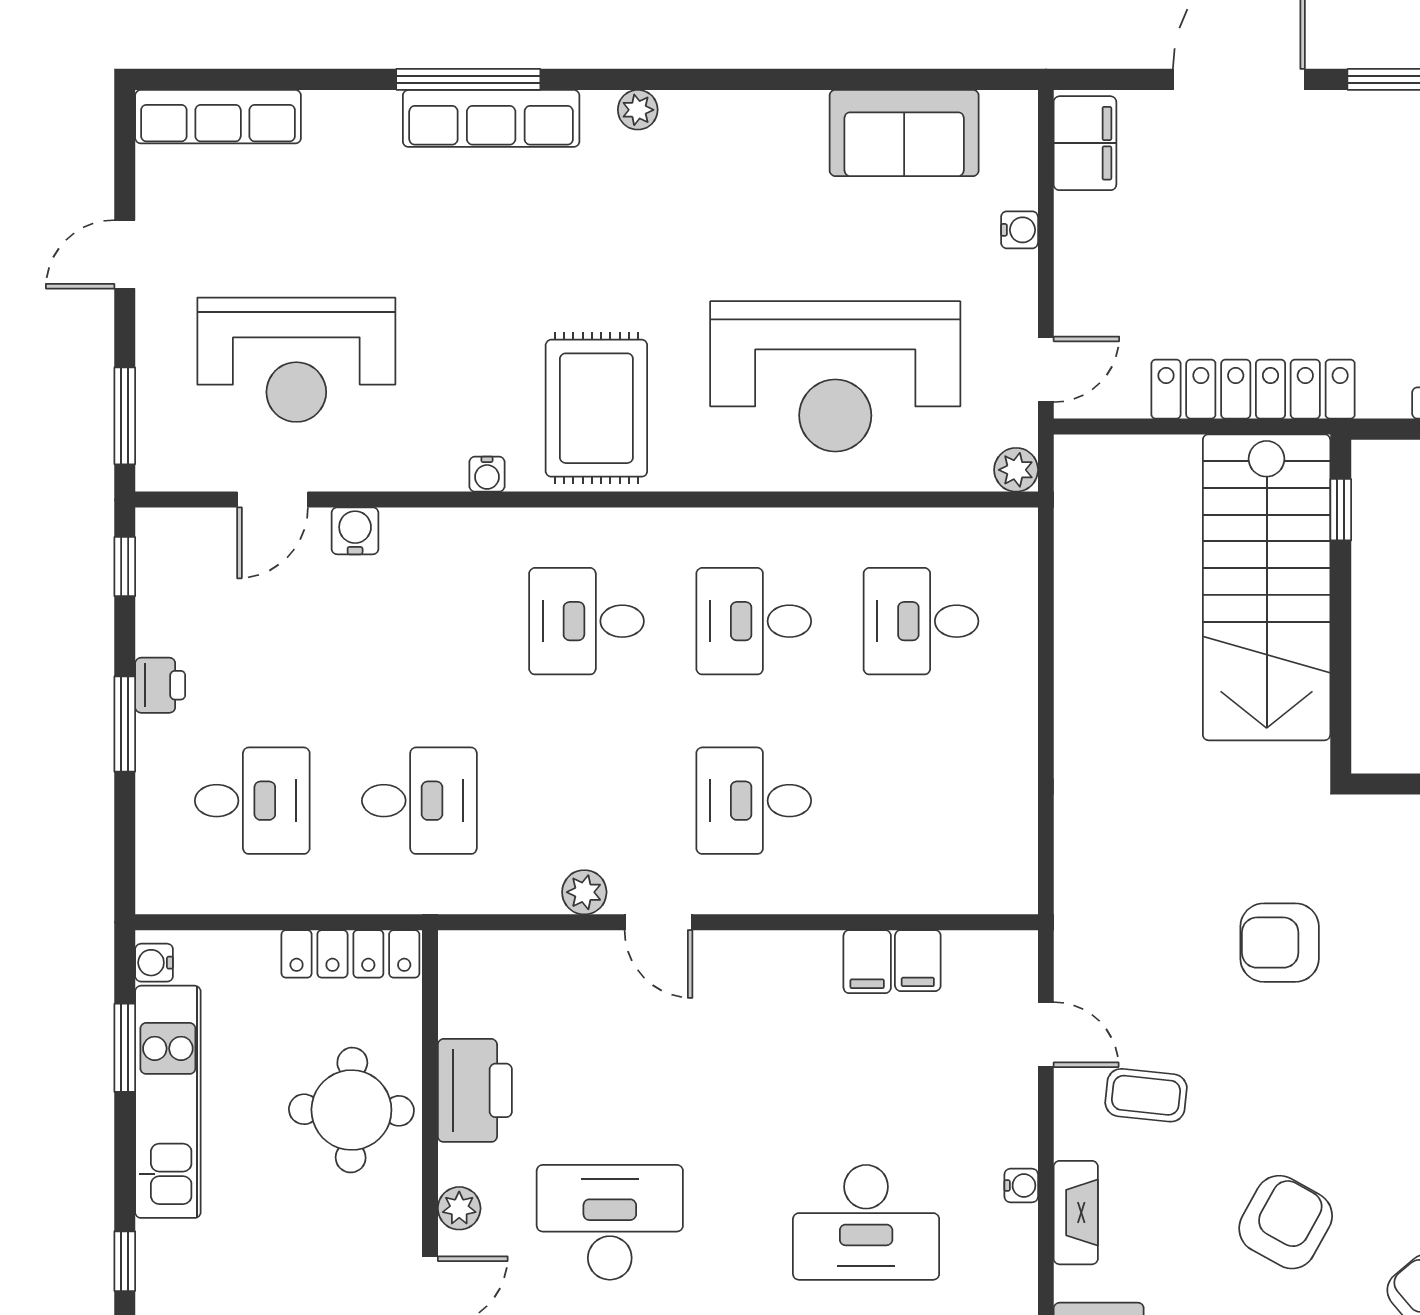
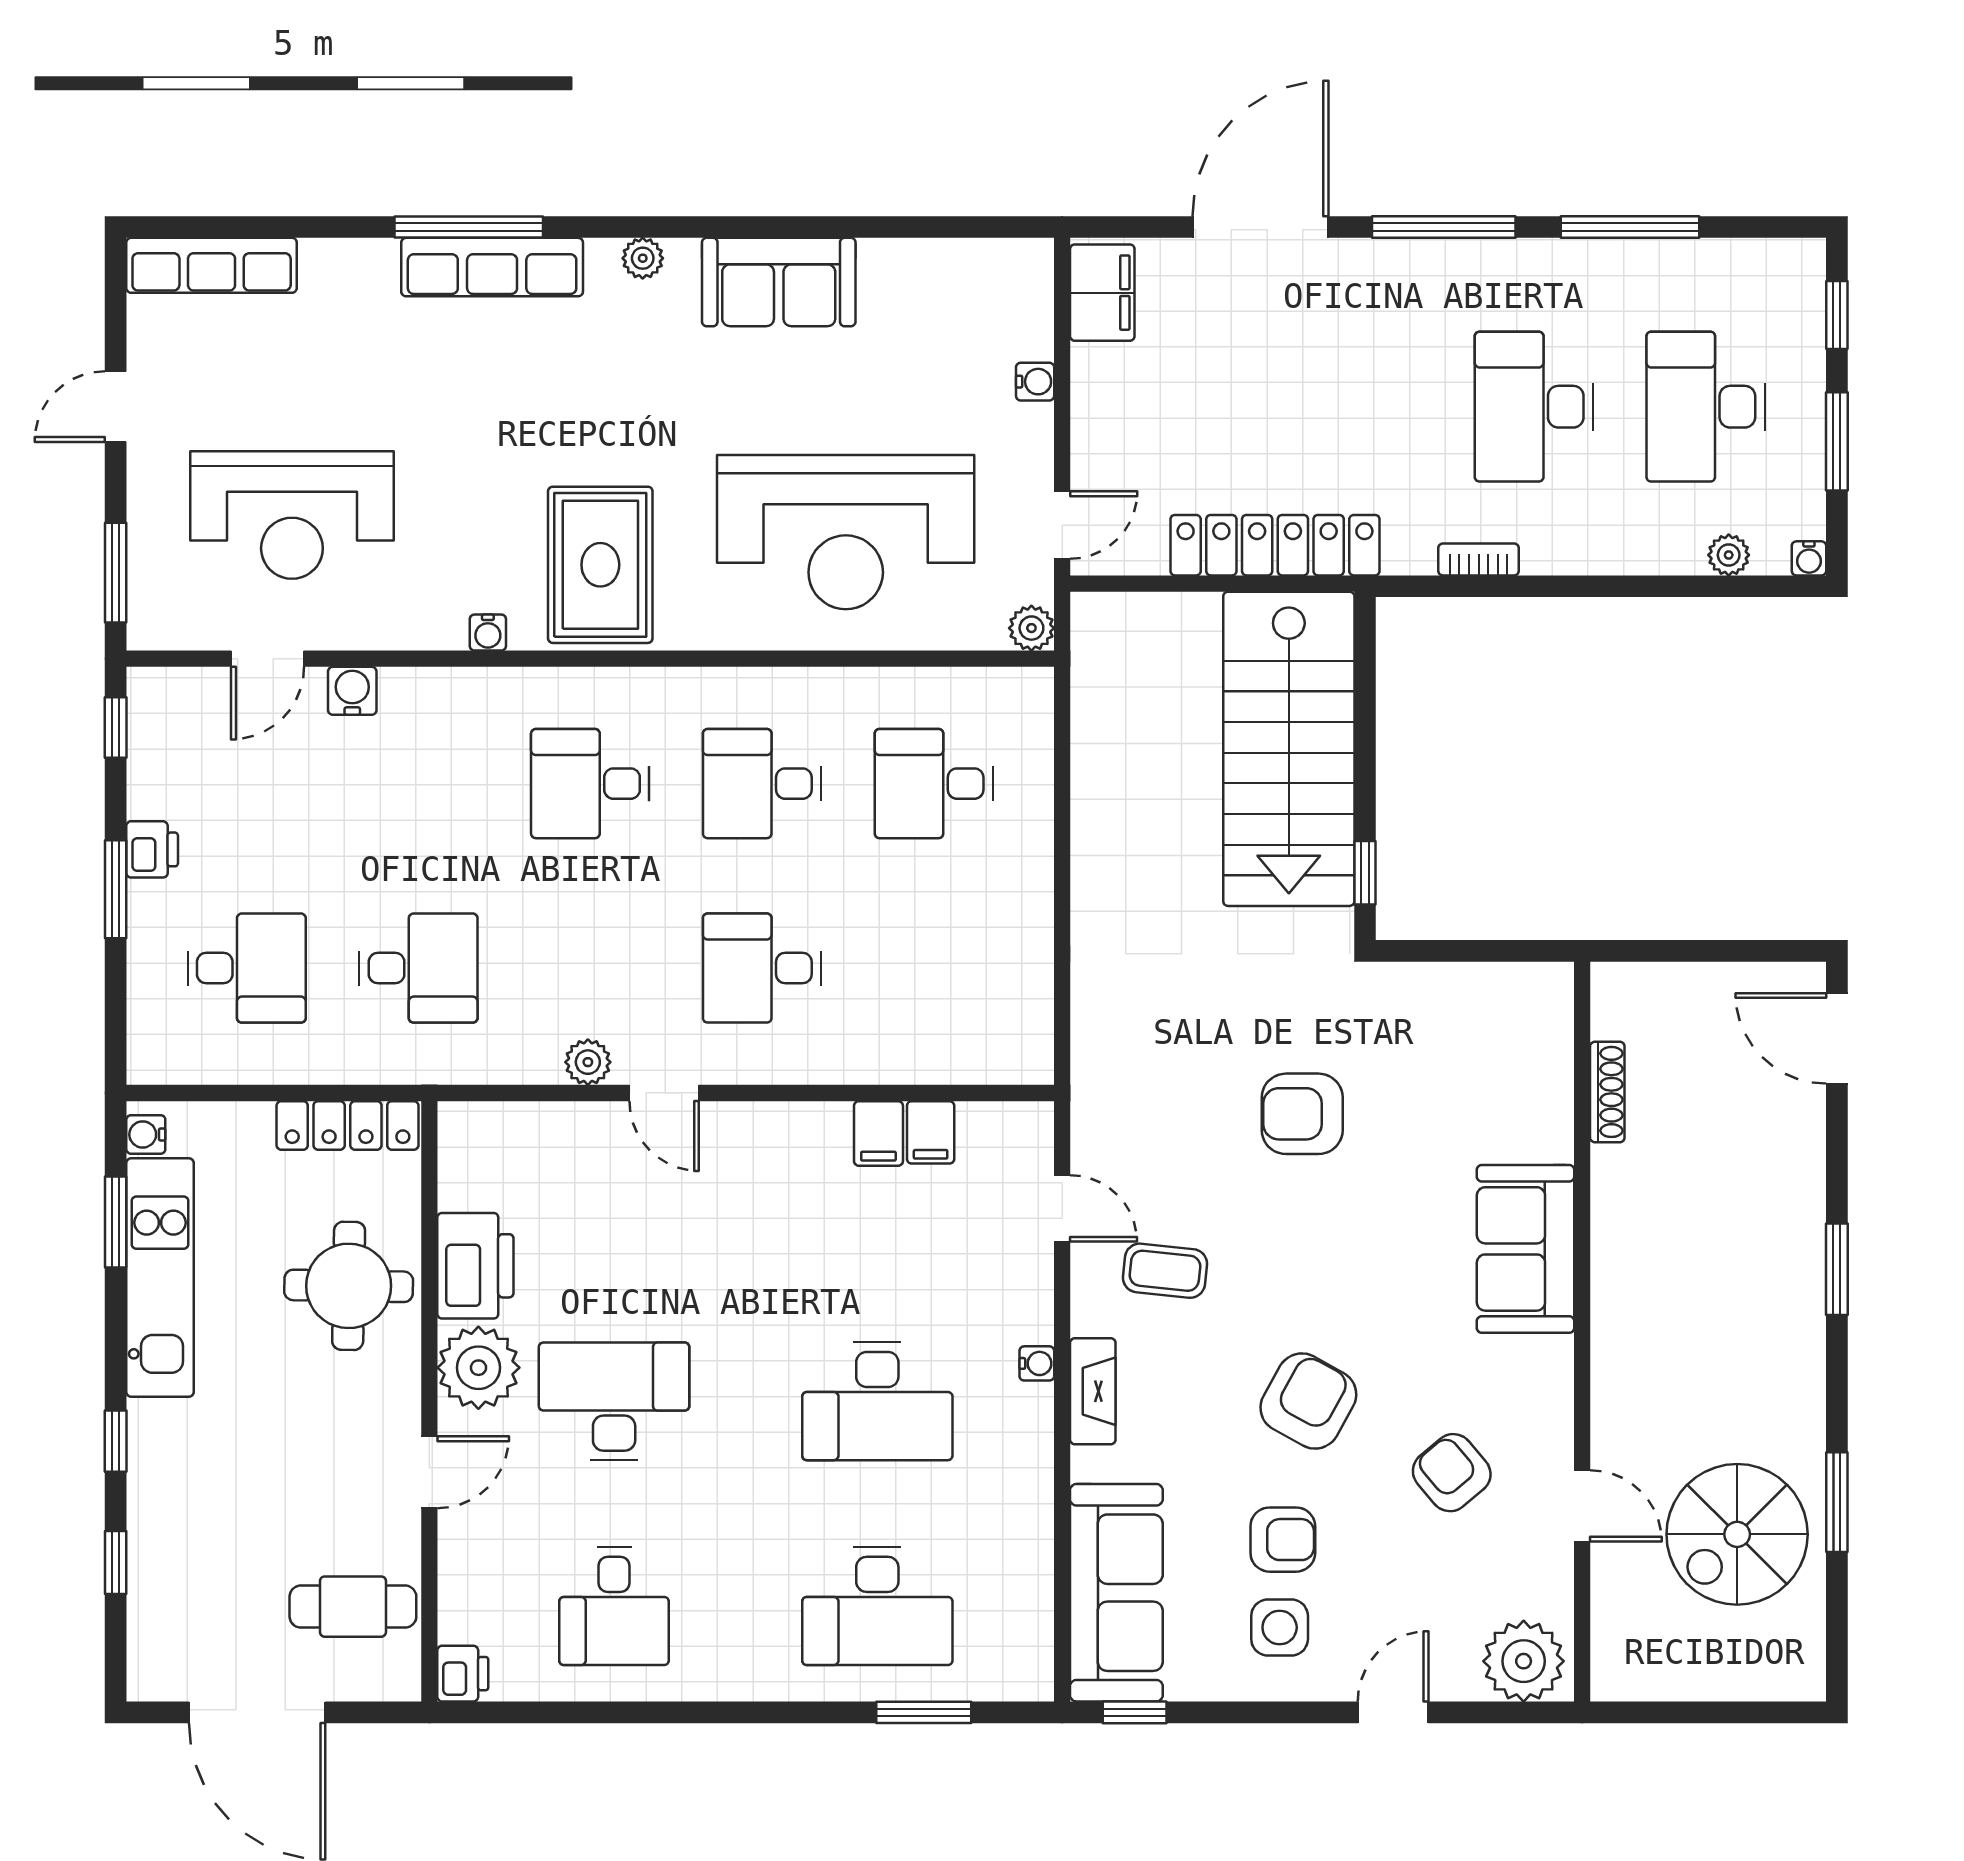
sofa: (904, 133) -> (779, 282), moved
window: (1341, 510) -> (1365, 873), moved
plant: (459, 1208) -> (478, 1368), width x1.87, depth x1.87

